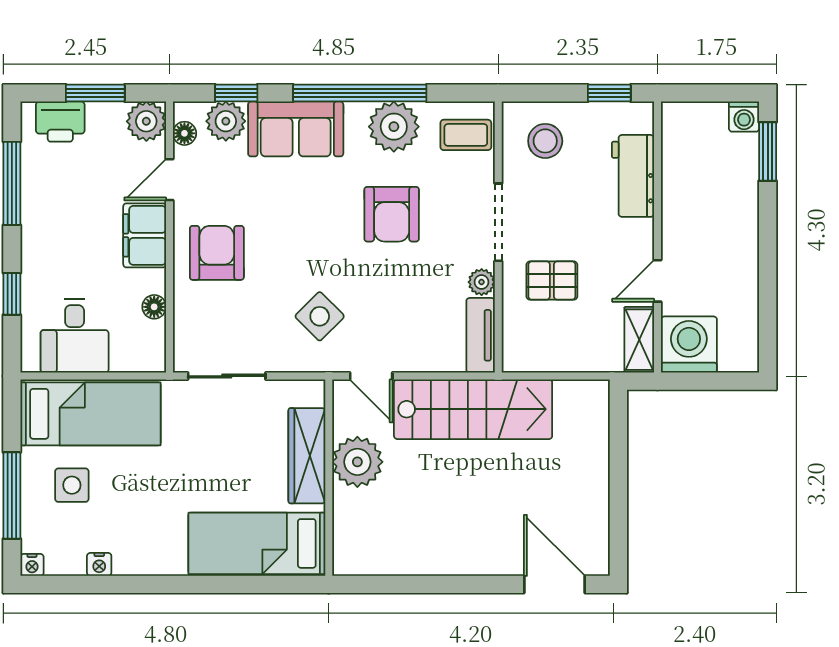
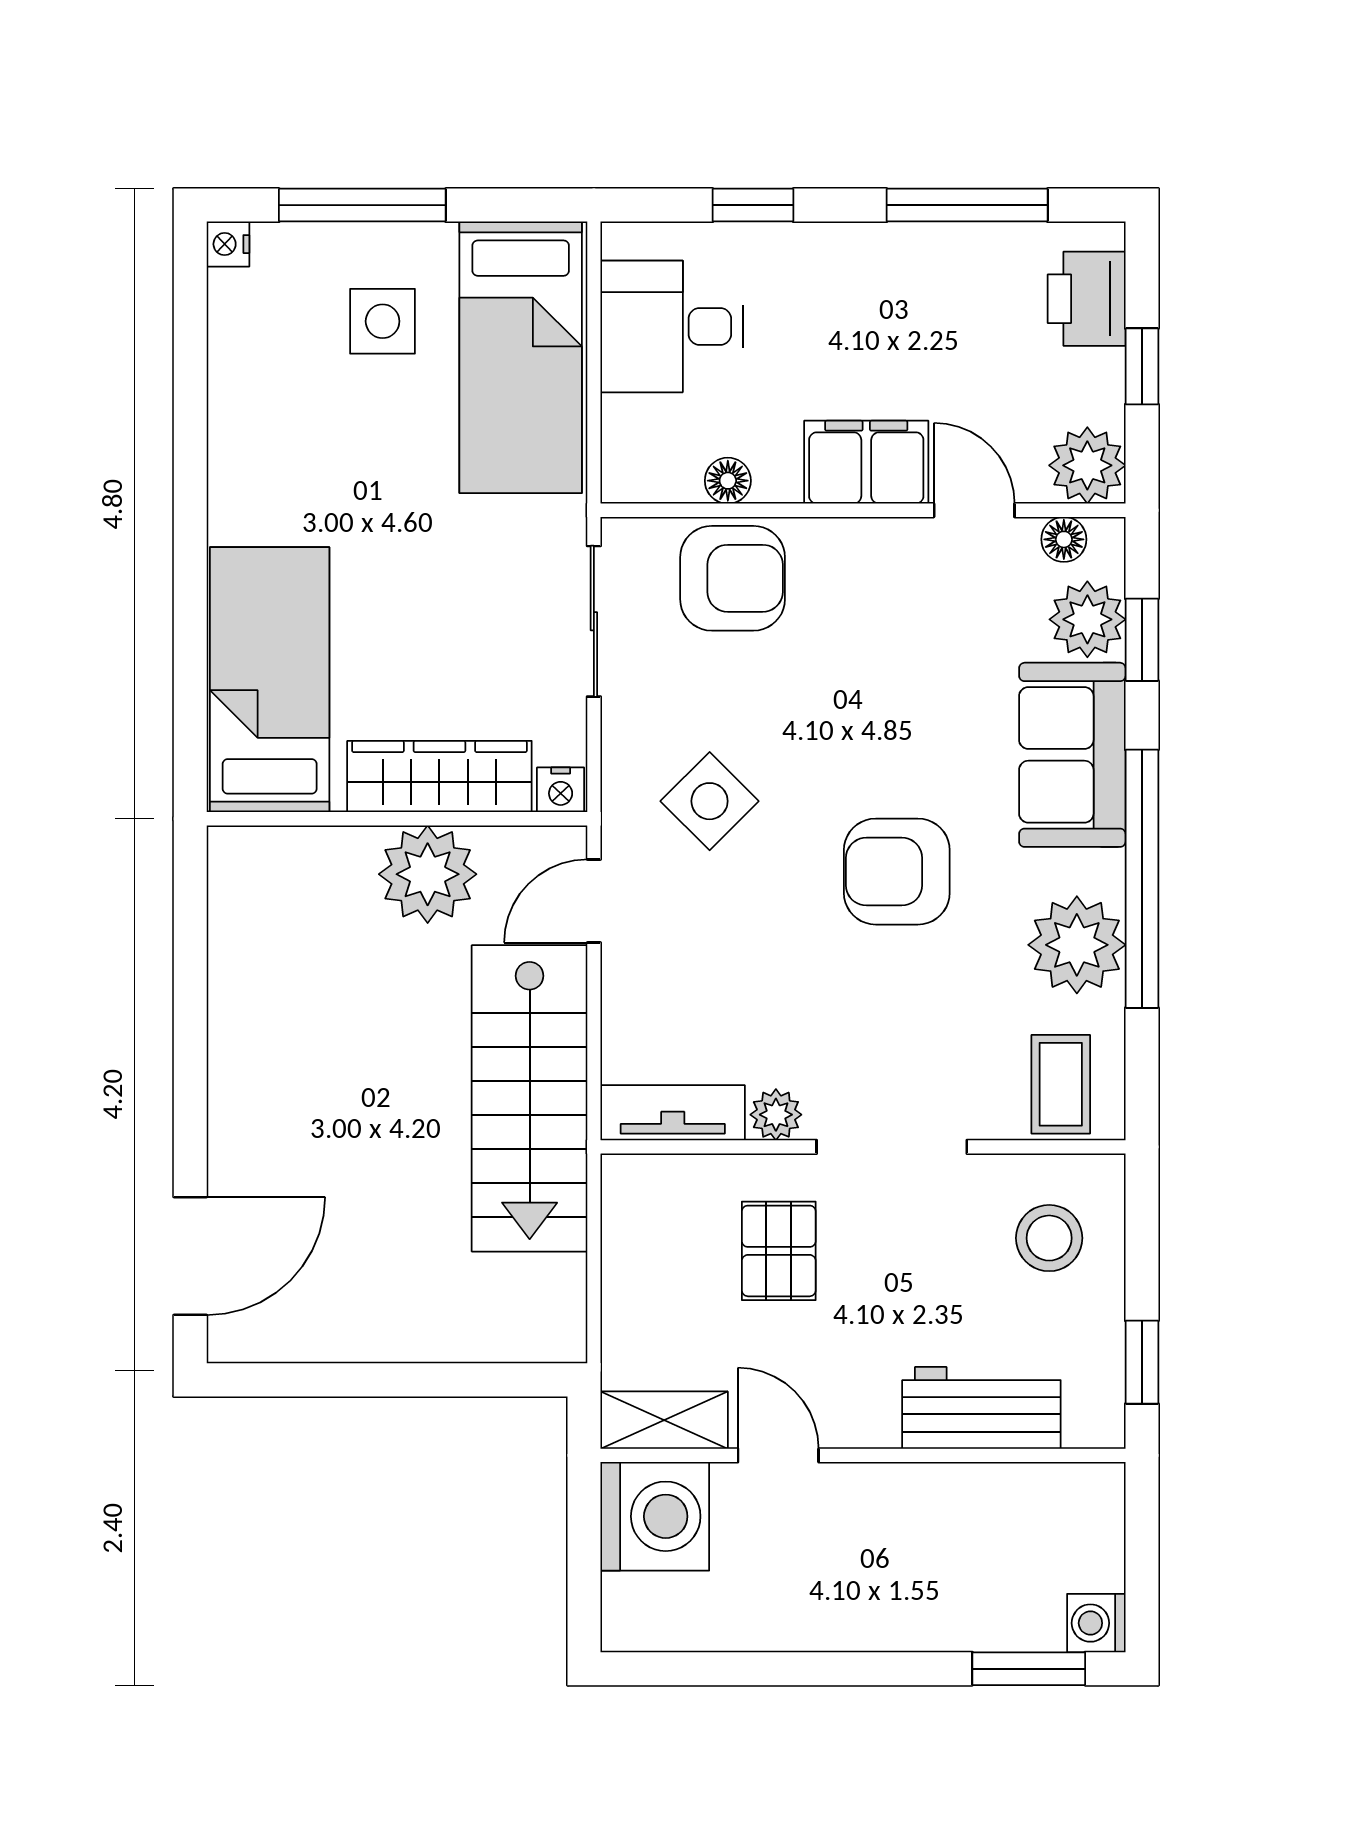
window: (95, 93) -> (1142, 366), width x0.67
armchair: (392, 214) -> (897, 872), moved
armchair: (217, 253) -> (733, 578), moved
nightstand: (99, 564) -> (561, 790), moved, turned -90

